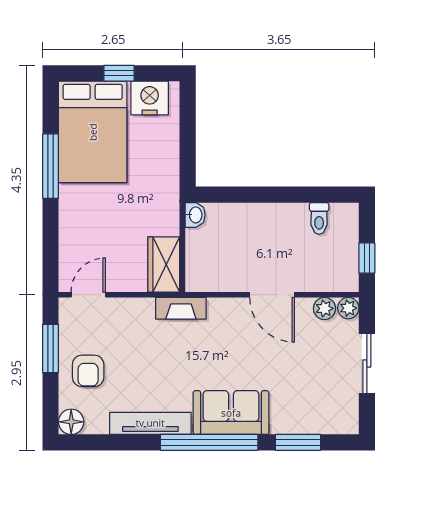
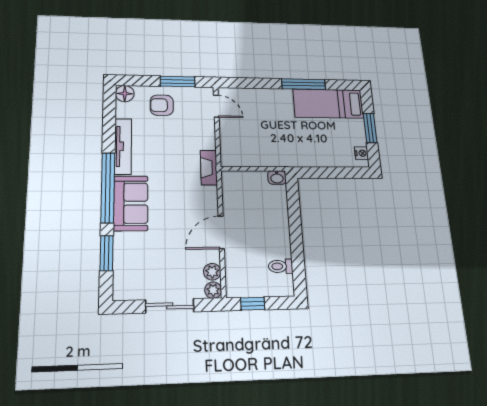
window: (119, 73) -> (370, 128), width x1.50
nightstand: (150, 98) -> (362, 153), width x0.53, depth x0.56
bed: (93, 132) -> (328, 104), width x0.67
wardrobe: (164, 265) -> (240, 156), removed

